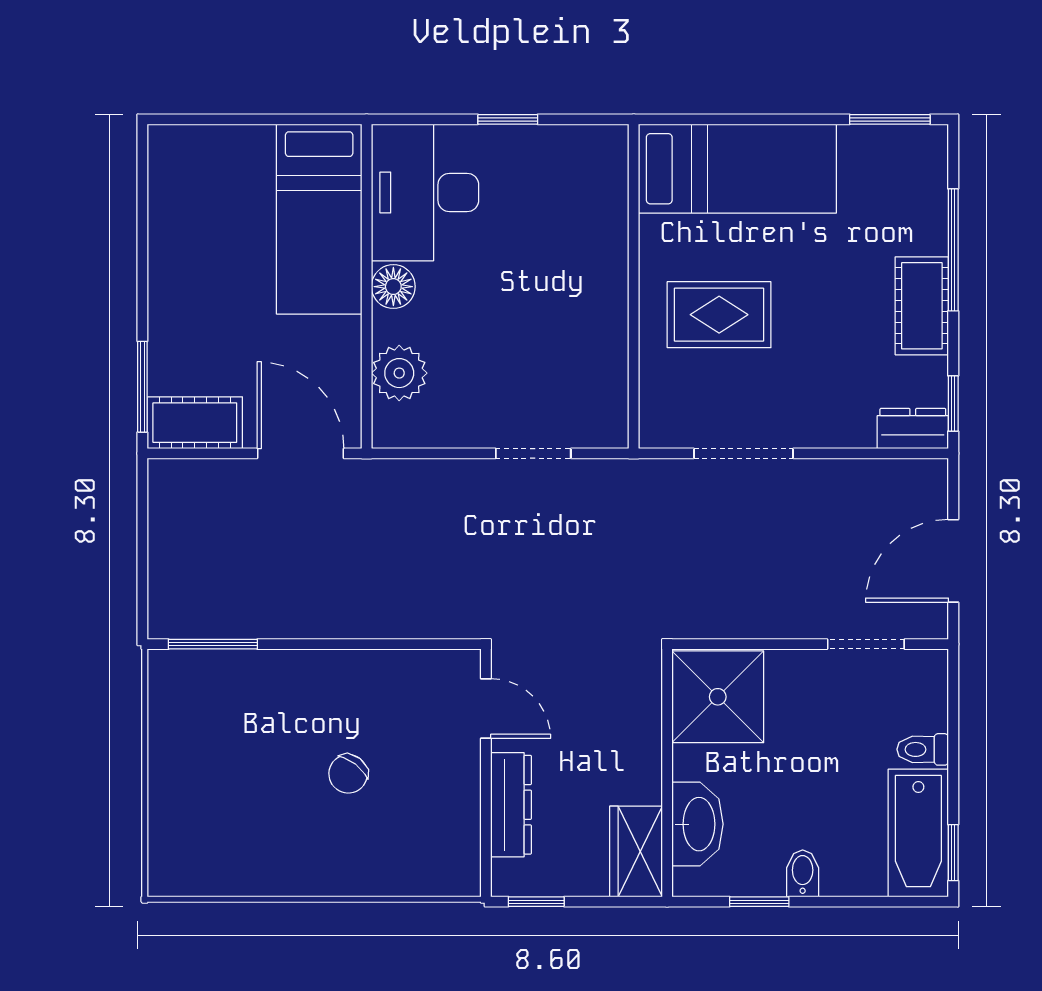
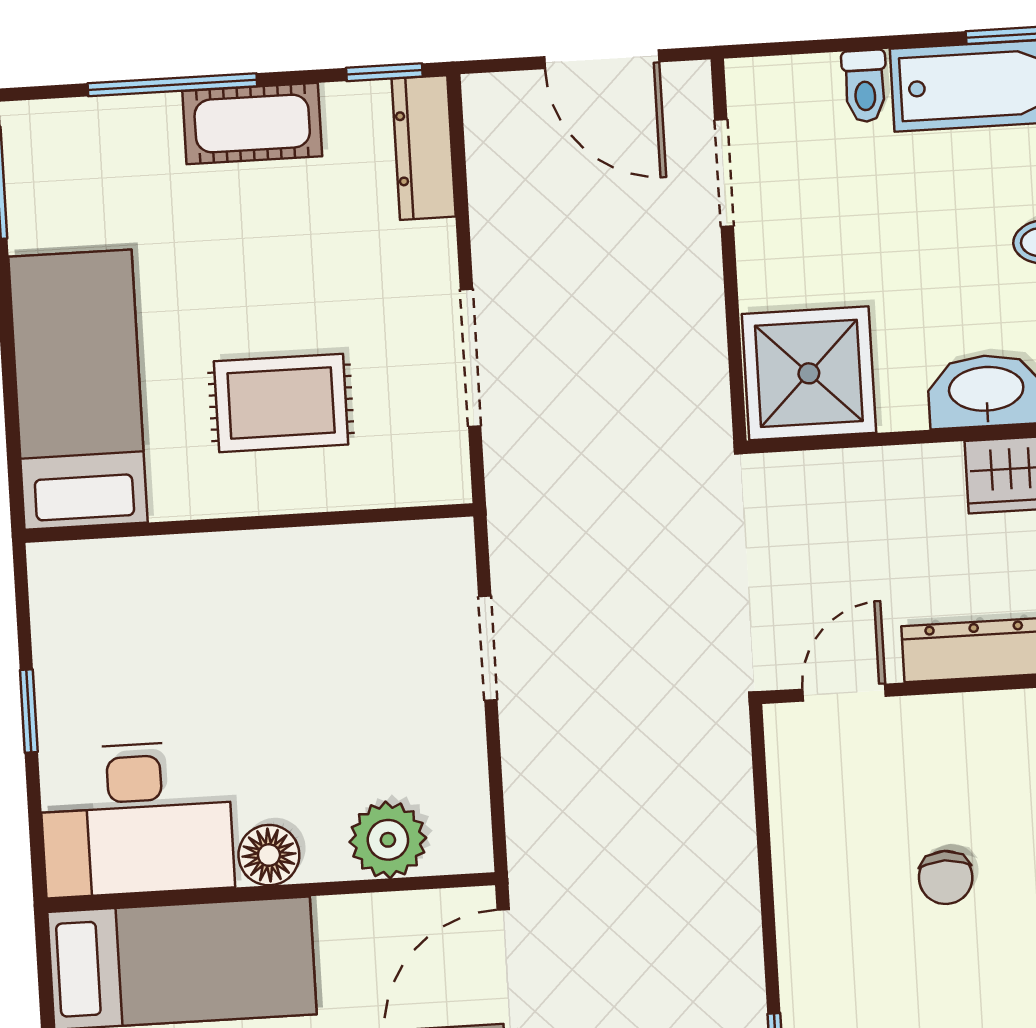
rug: (719, 315) -> (281, 403), turned 90
dresser: (913, 428) -> (424, 148), width x1.44
chair: (348, 774) -> (946, 877), turned 52

